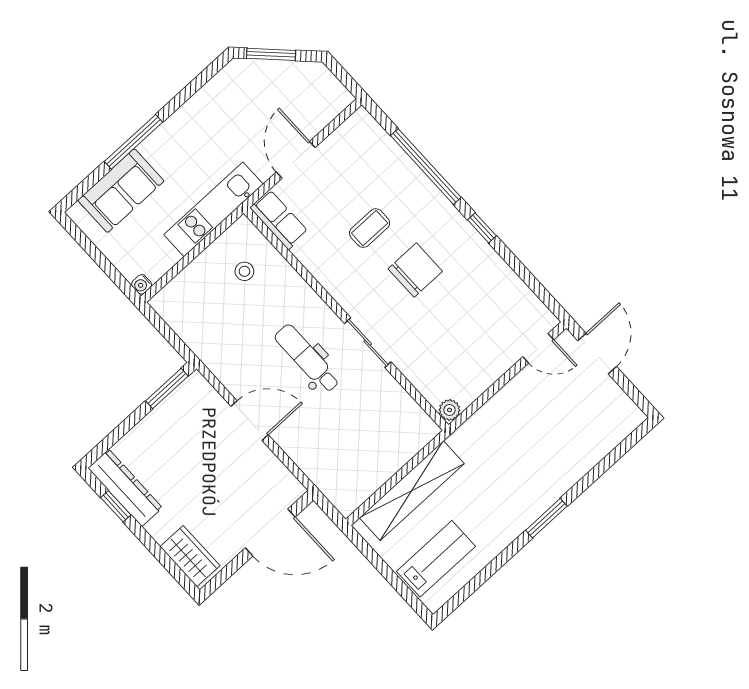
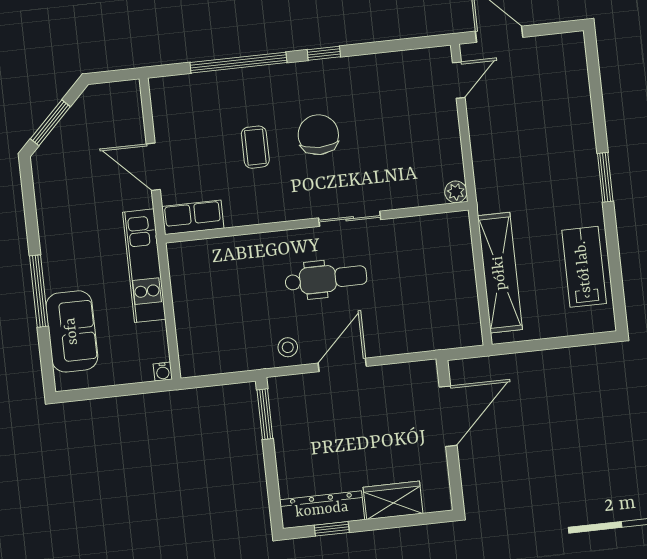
stool: (244, 271) -> (288, 347), moved
dental chair: (307, 359) -> (326, 279), turned 180
wardrobe: (190, 556) -> (393, 500), moved
lab bench: (436, 559) -> (584, 267), moved

